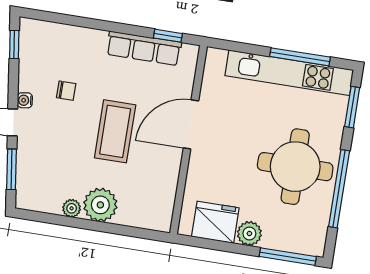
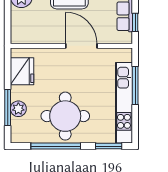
window: (300, 57) -> (135, 85), moved
plant: (249, 233) -> (18, 109), moved
window: (288, 257) -> (8, 107), moved

